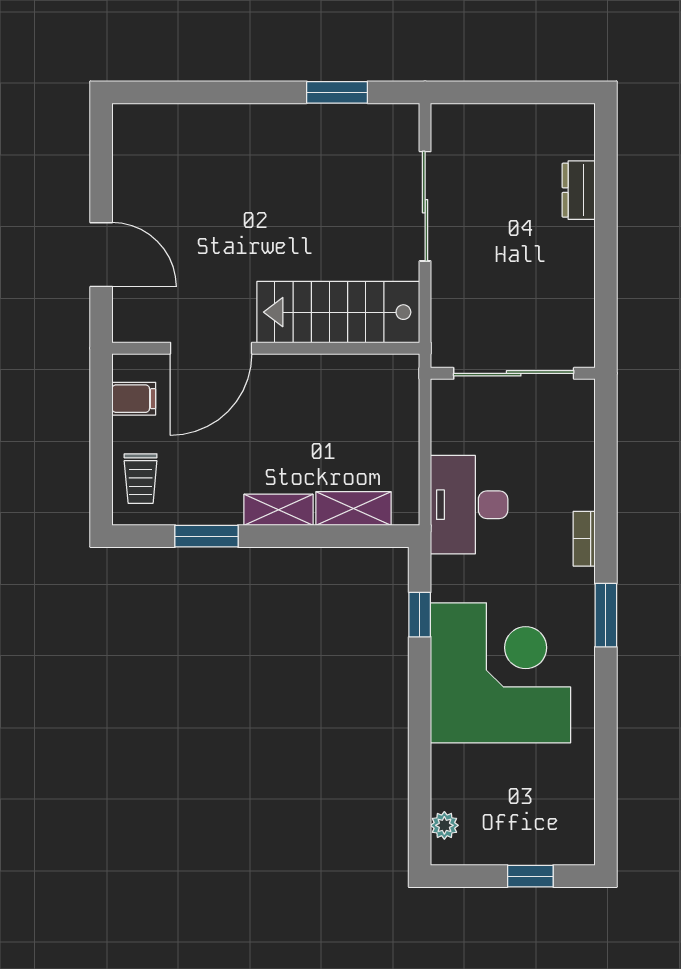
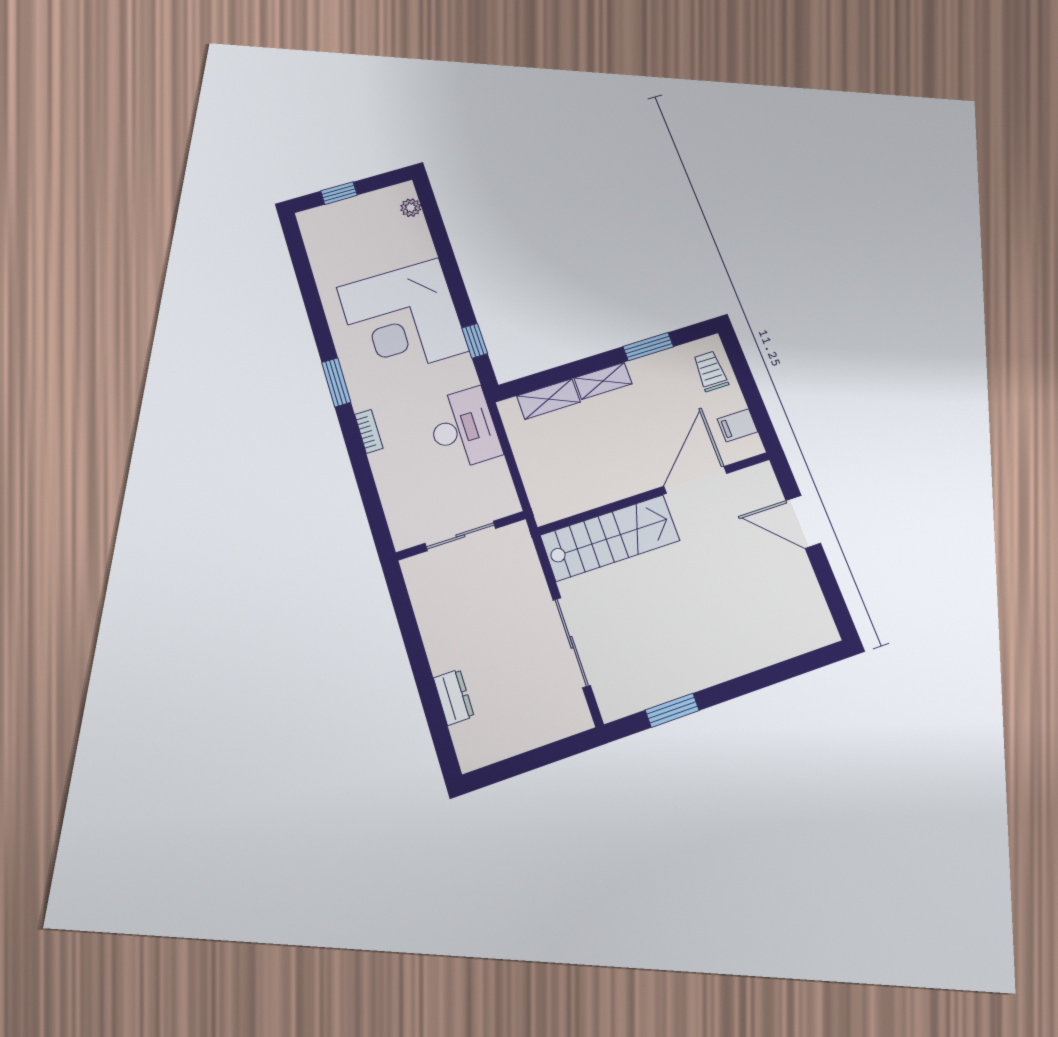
sliding door: (514, 373) -> (460, 536), width x0.73

